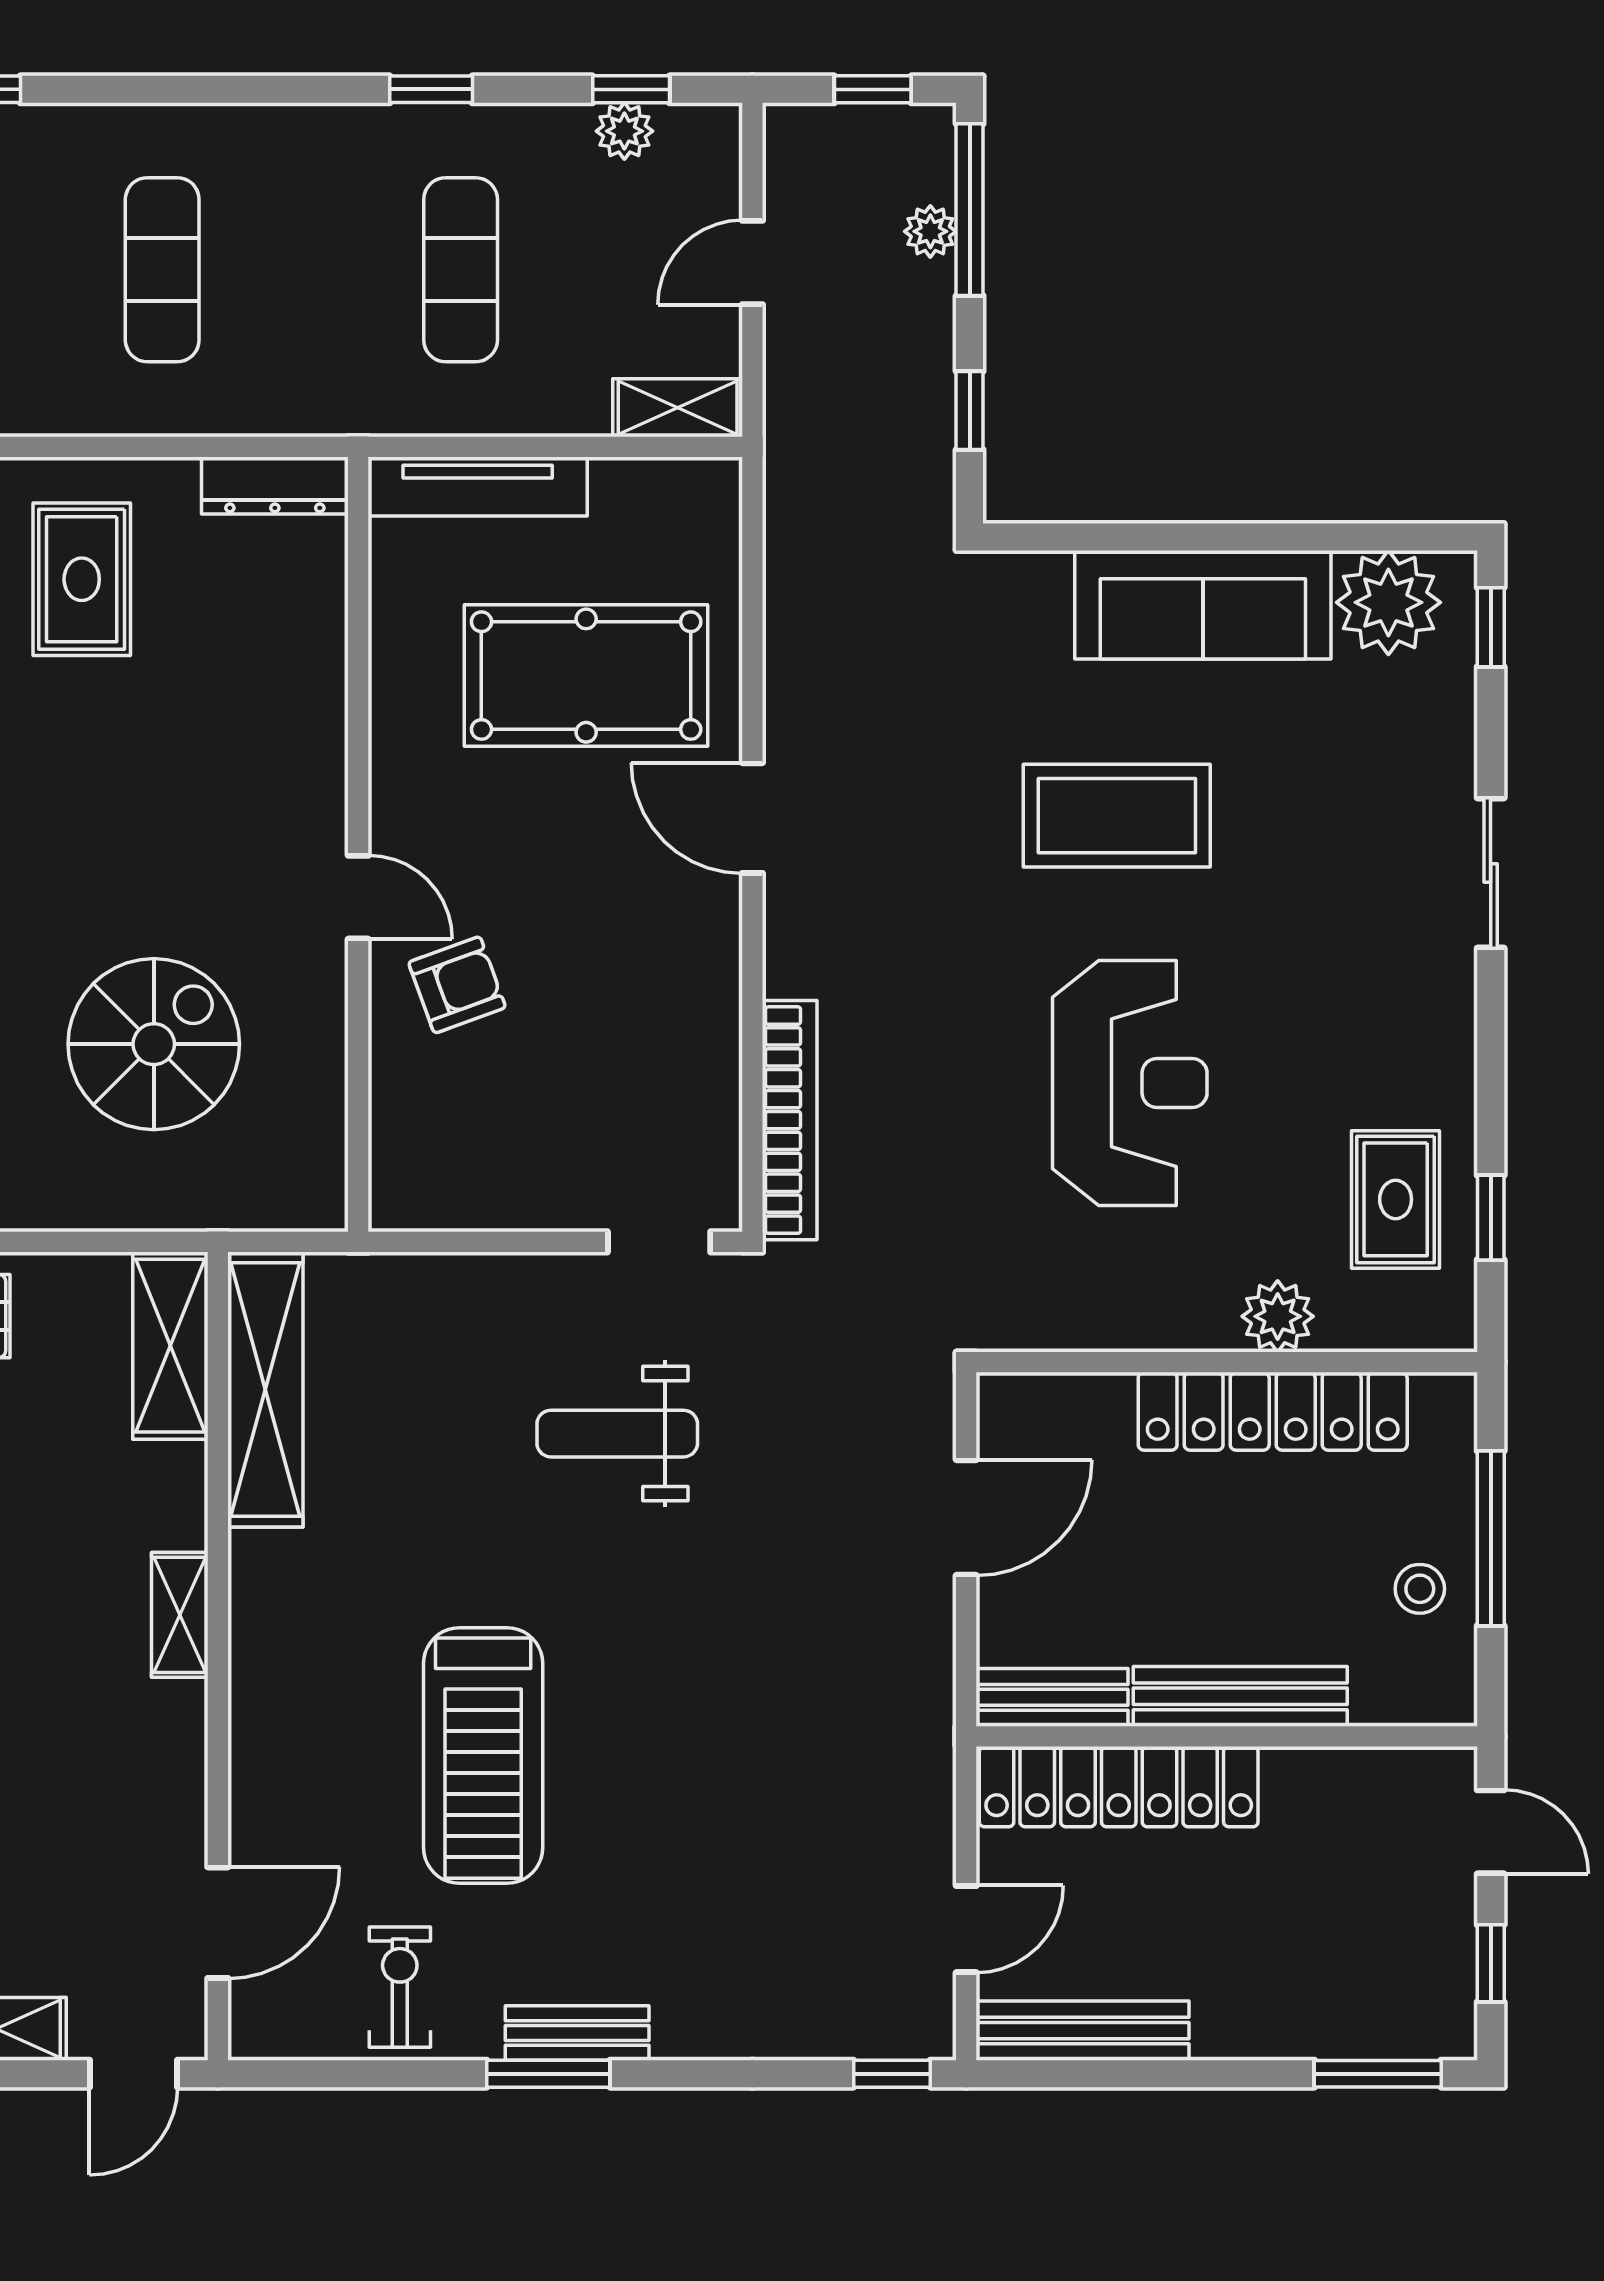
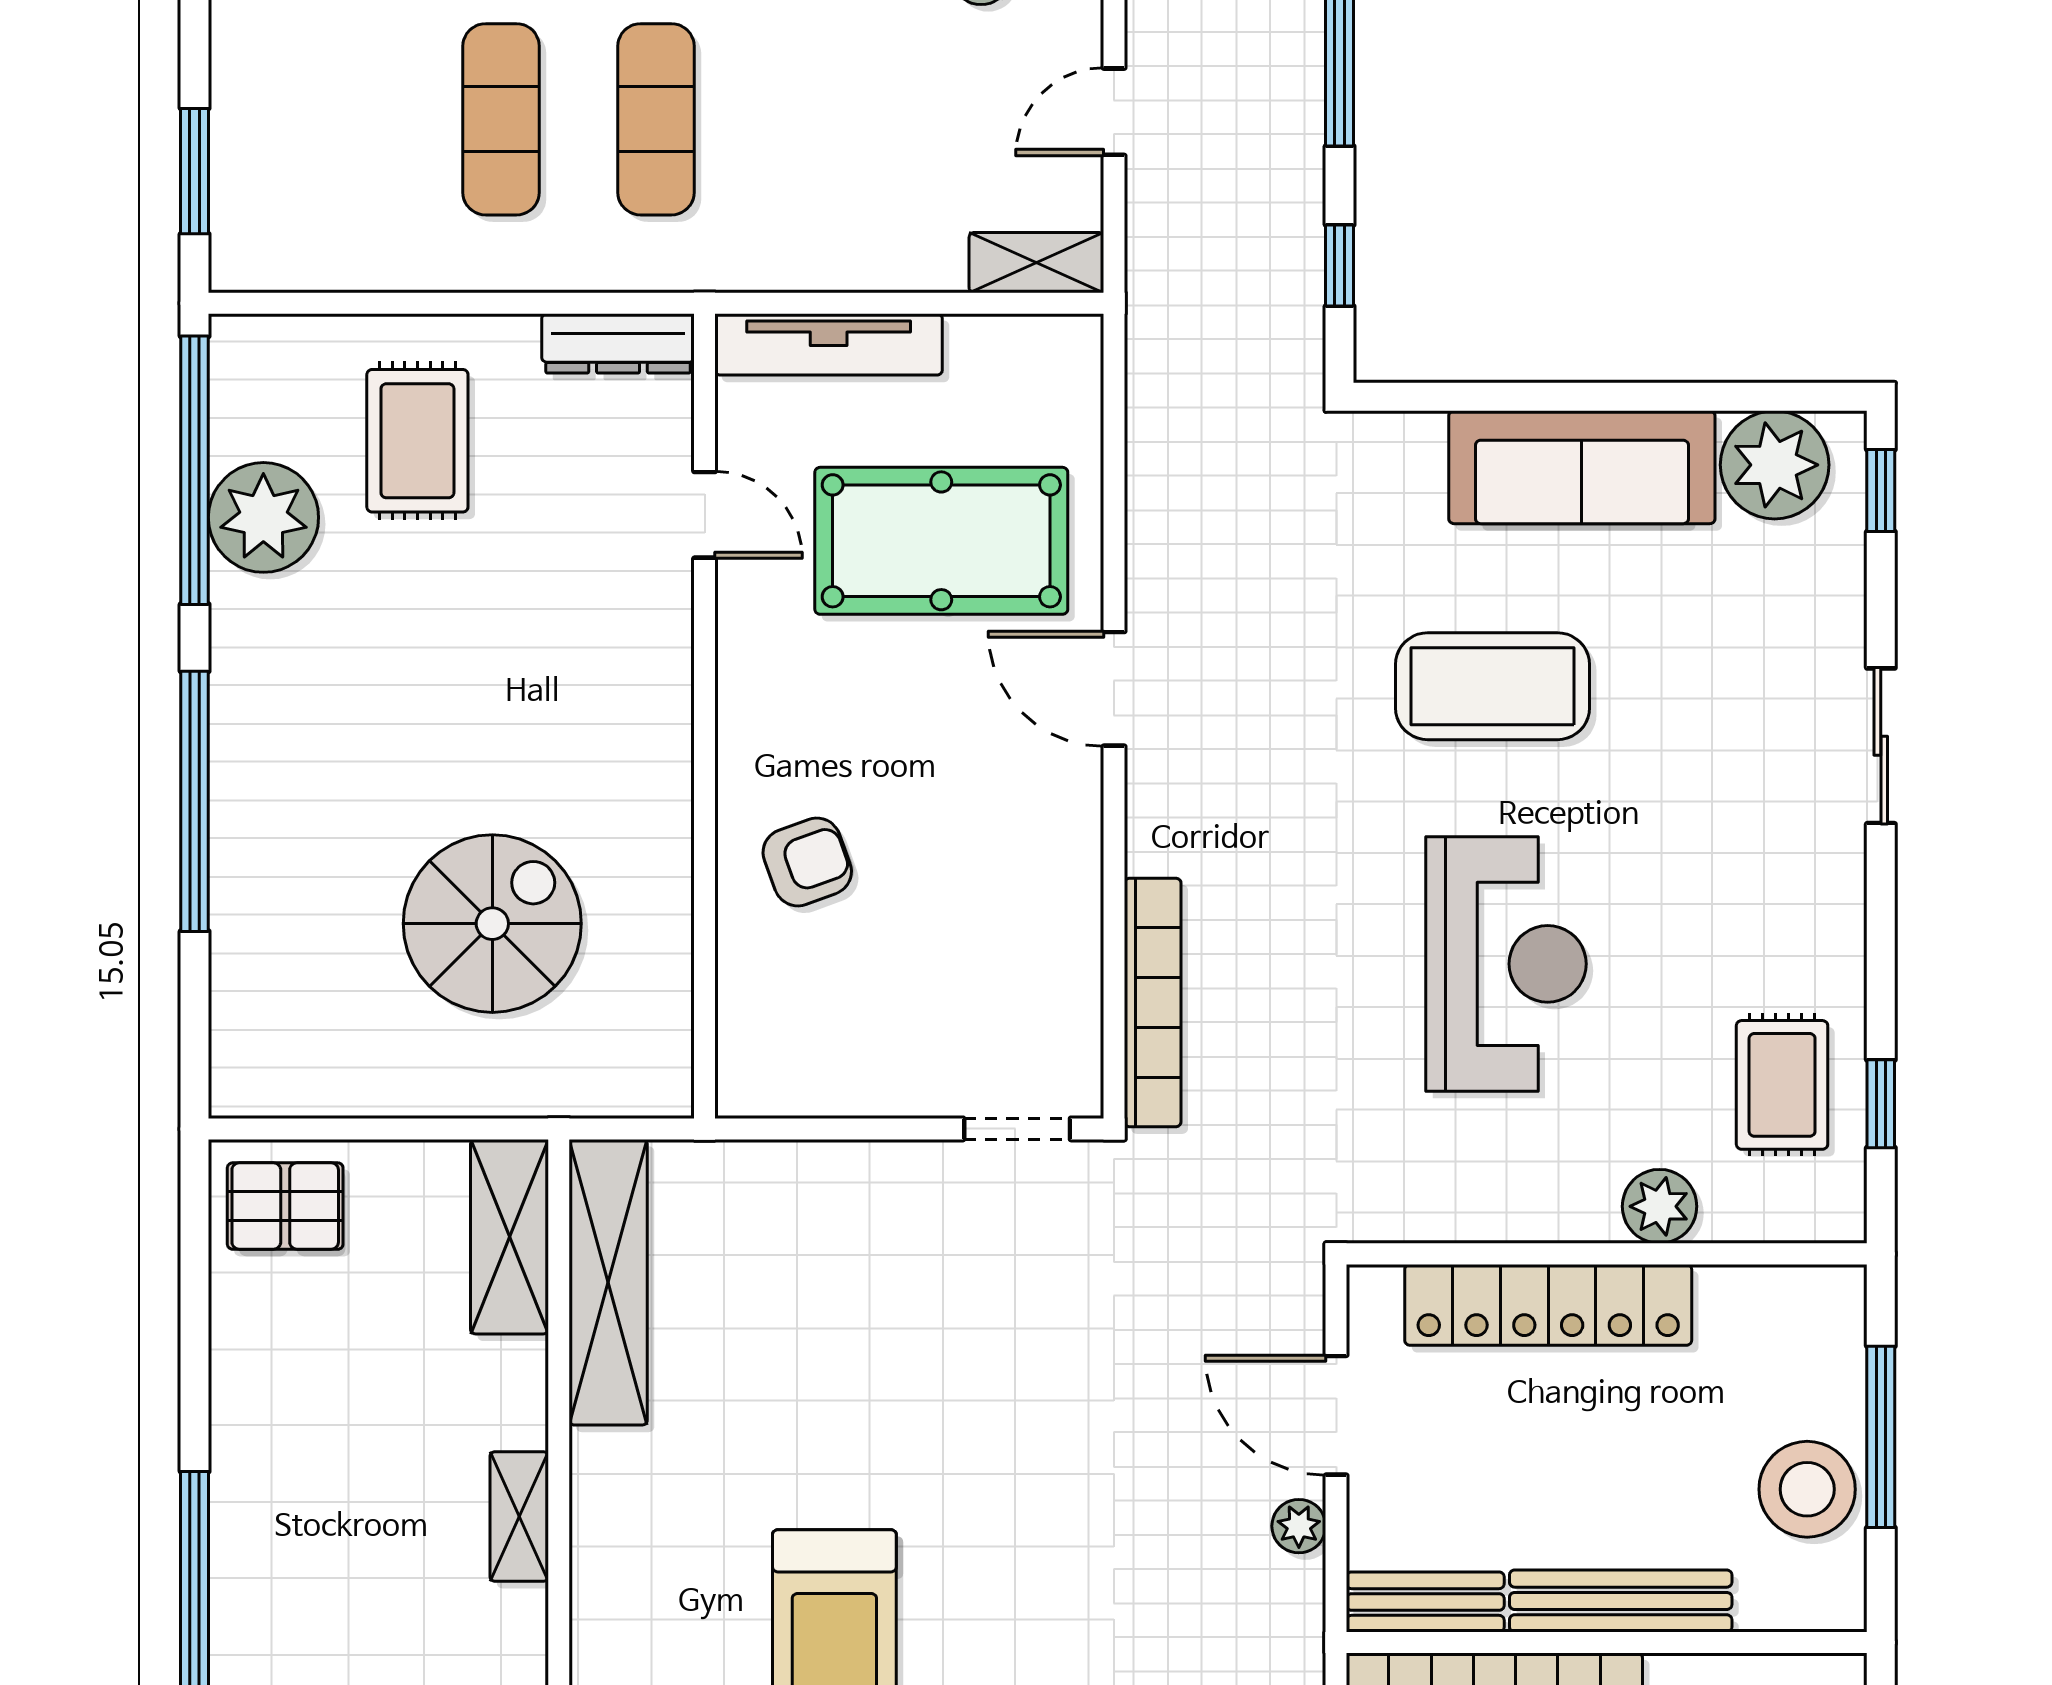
plant: (930, 231) -> (1299, 1526), moved
exercise mat: (461, 270) -> (656, 119), moved
door: (358, 897) -> (705, 515), moved
locker: (1273, 1411) -> (1548, 1305), moved
weight bench: (617, 1434) -> (974, 1328), removed
door: (966, 1517) -> (1336, 1415), swing flipped
stool: (1420, 1589) -> (1807, 1489), width x1.89, depth x1.89

